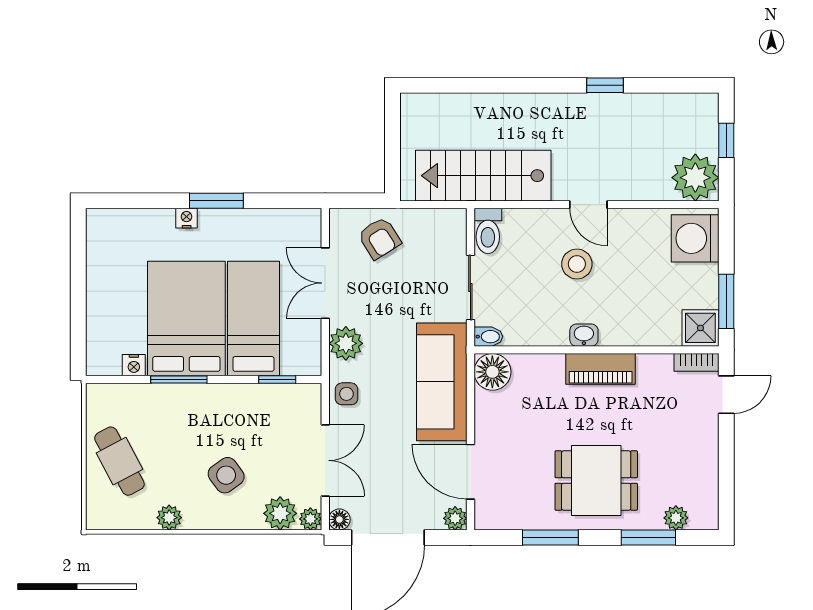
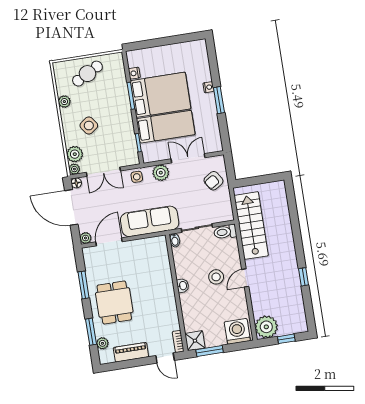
piano: (601, 369) -> (131, 352), moved, turned 90
floor lamp: (492, 372) -> (158, 245), removed

